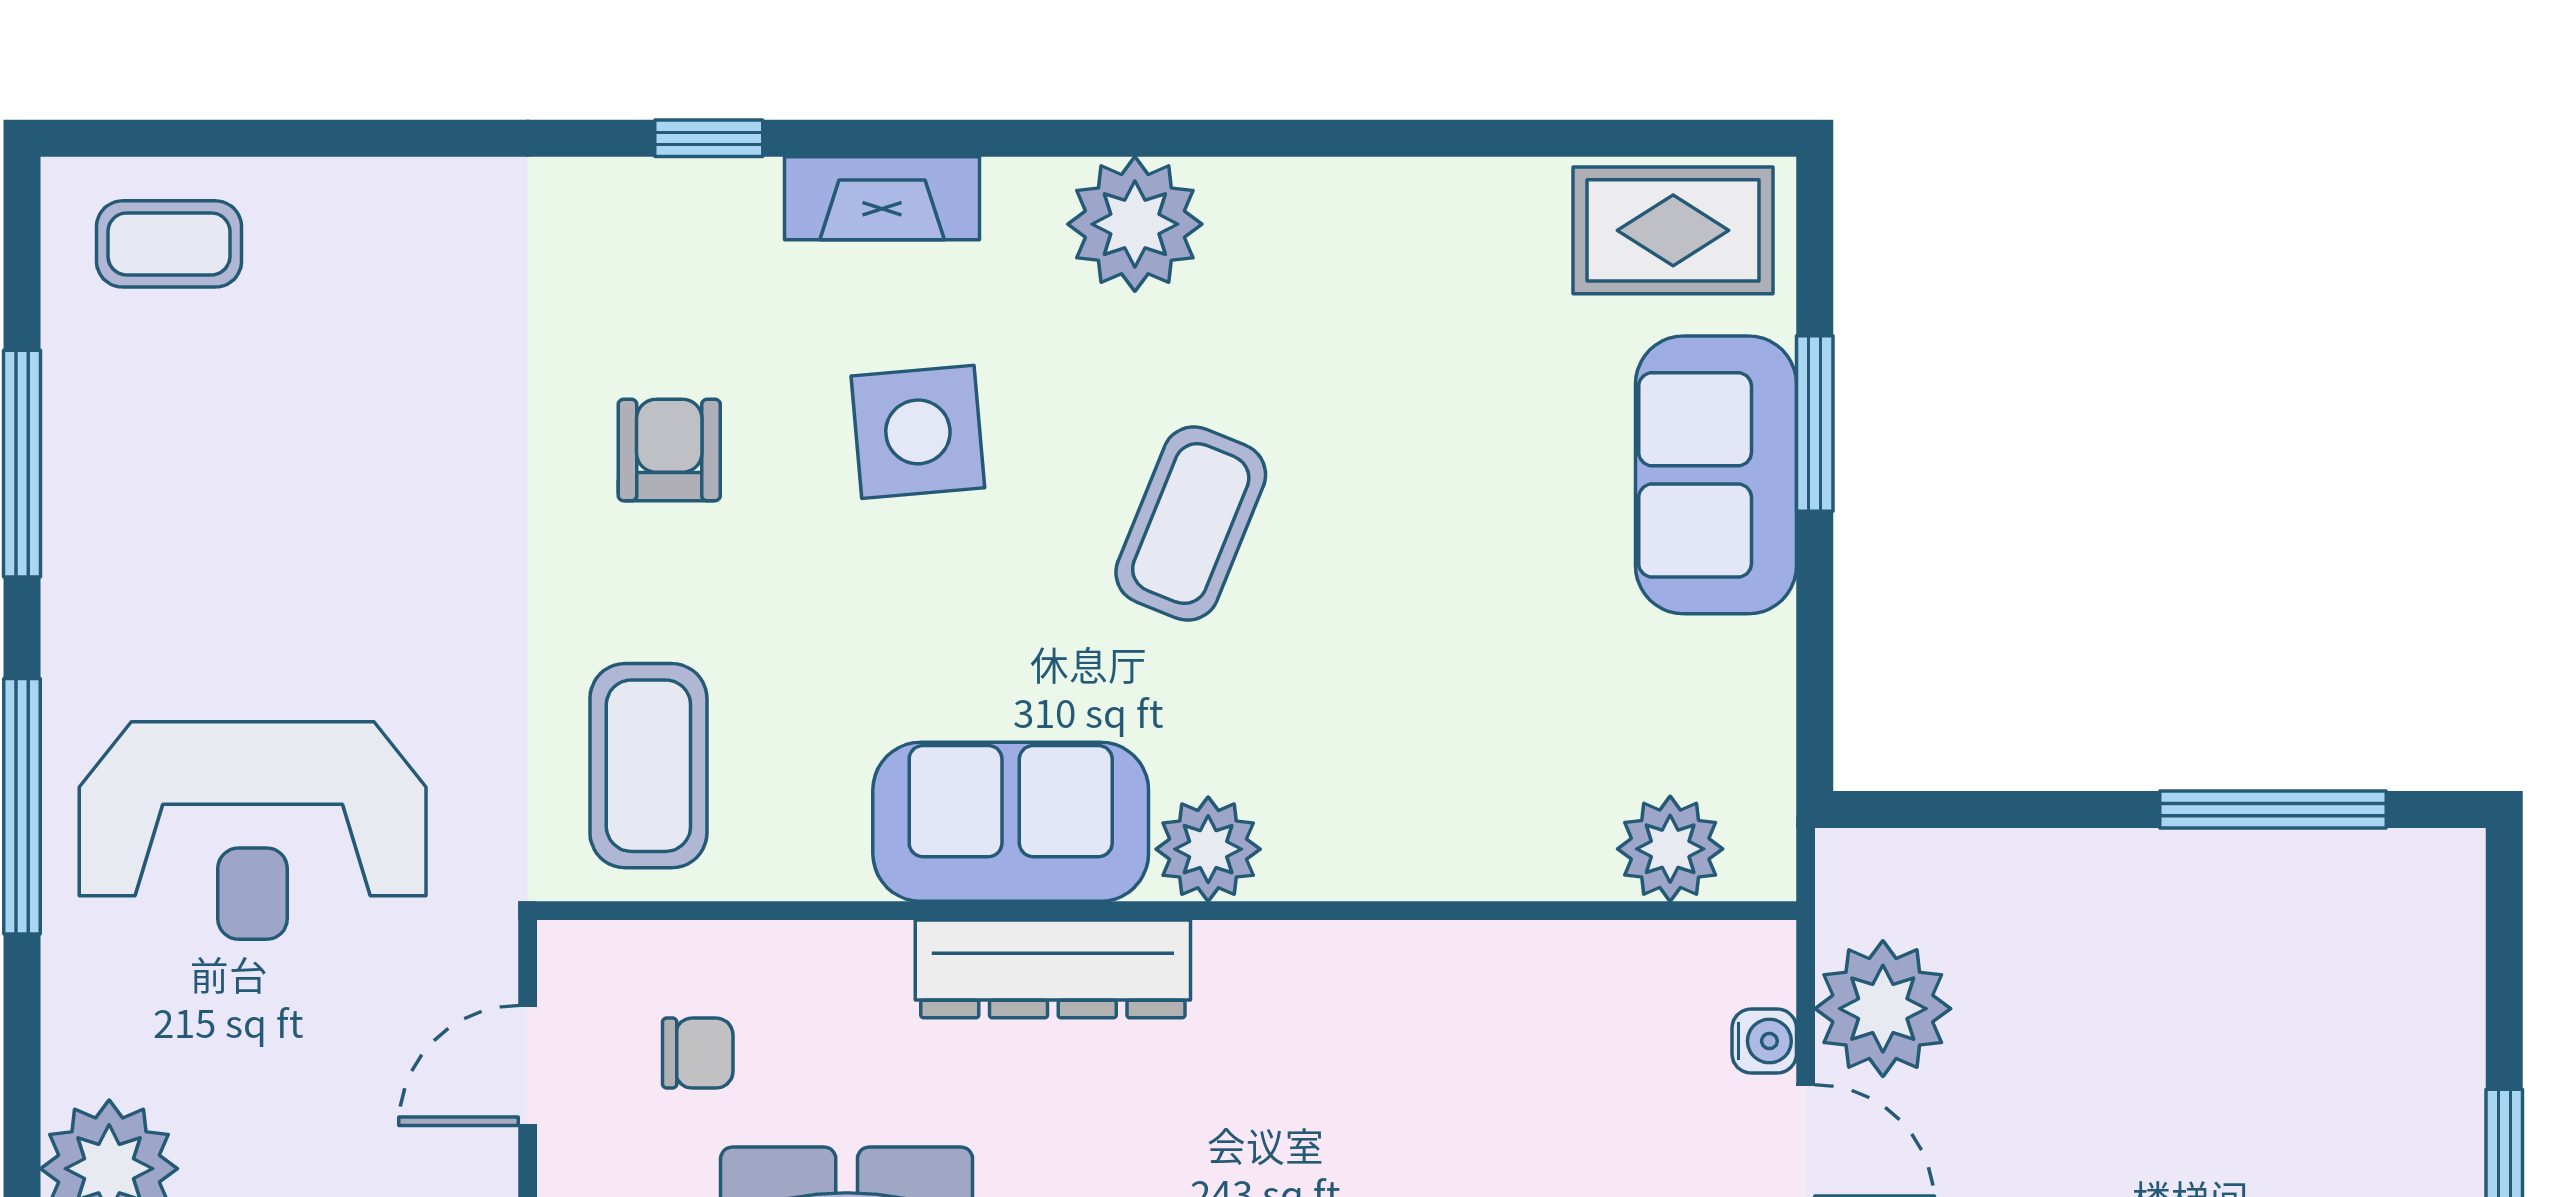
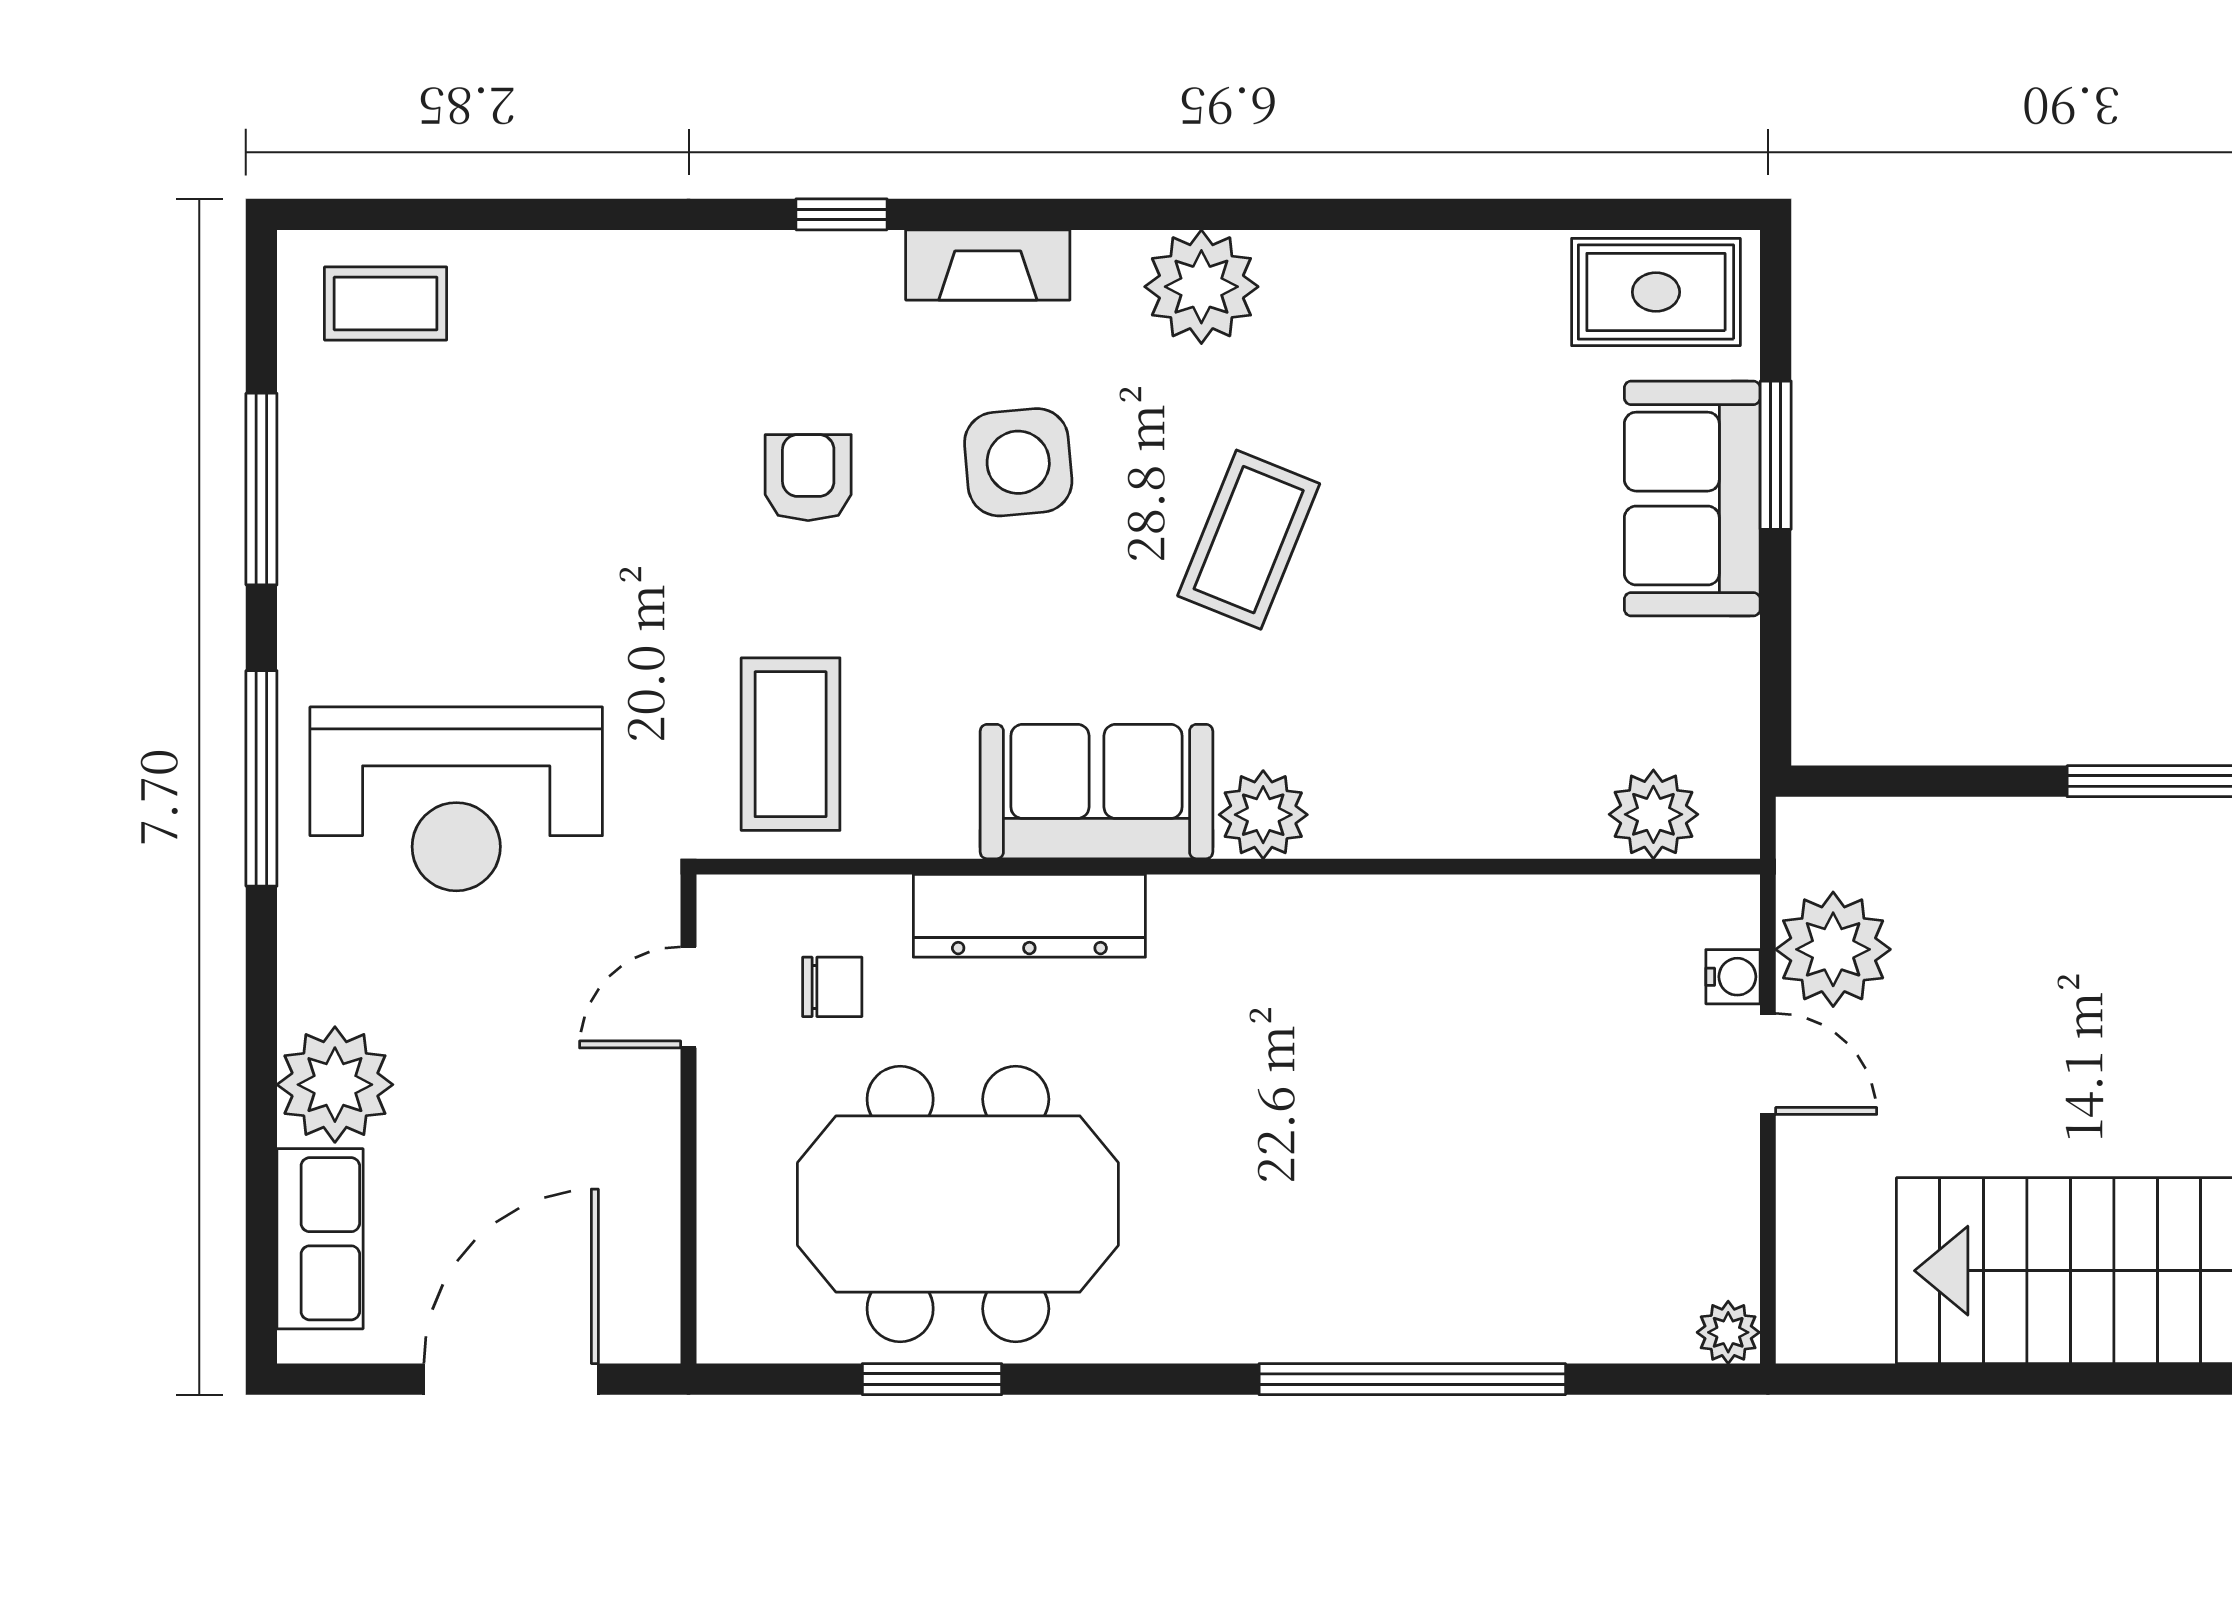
dresser: (1053, 969) -> (1029, 916), moved

